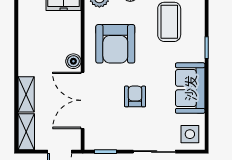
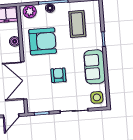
armchair: (115, 44) -> (43, 41), turned -90
boiler: (73, 61) -> (15, 41), moved

